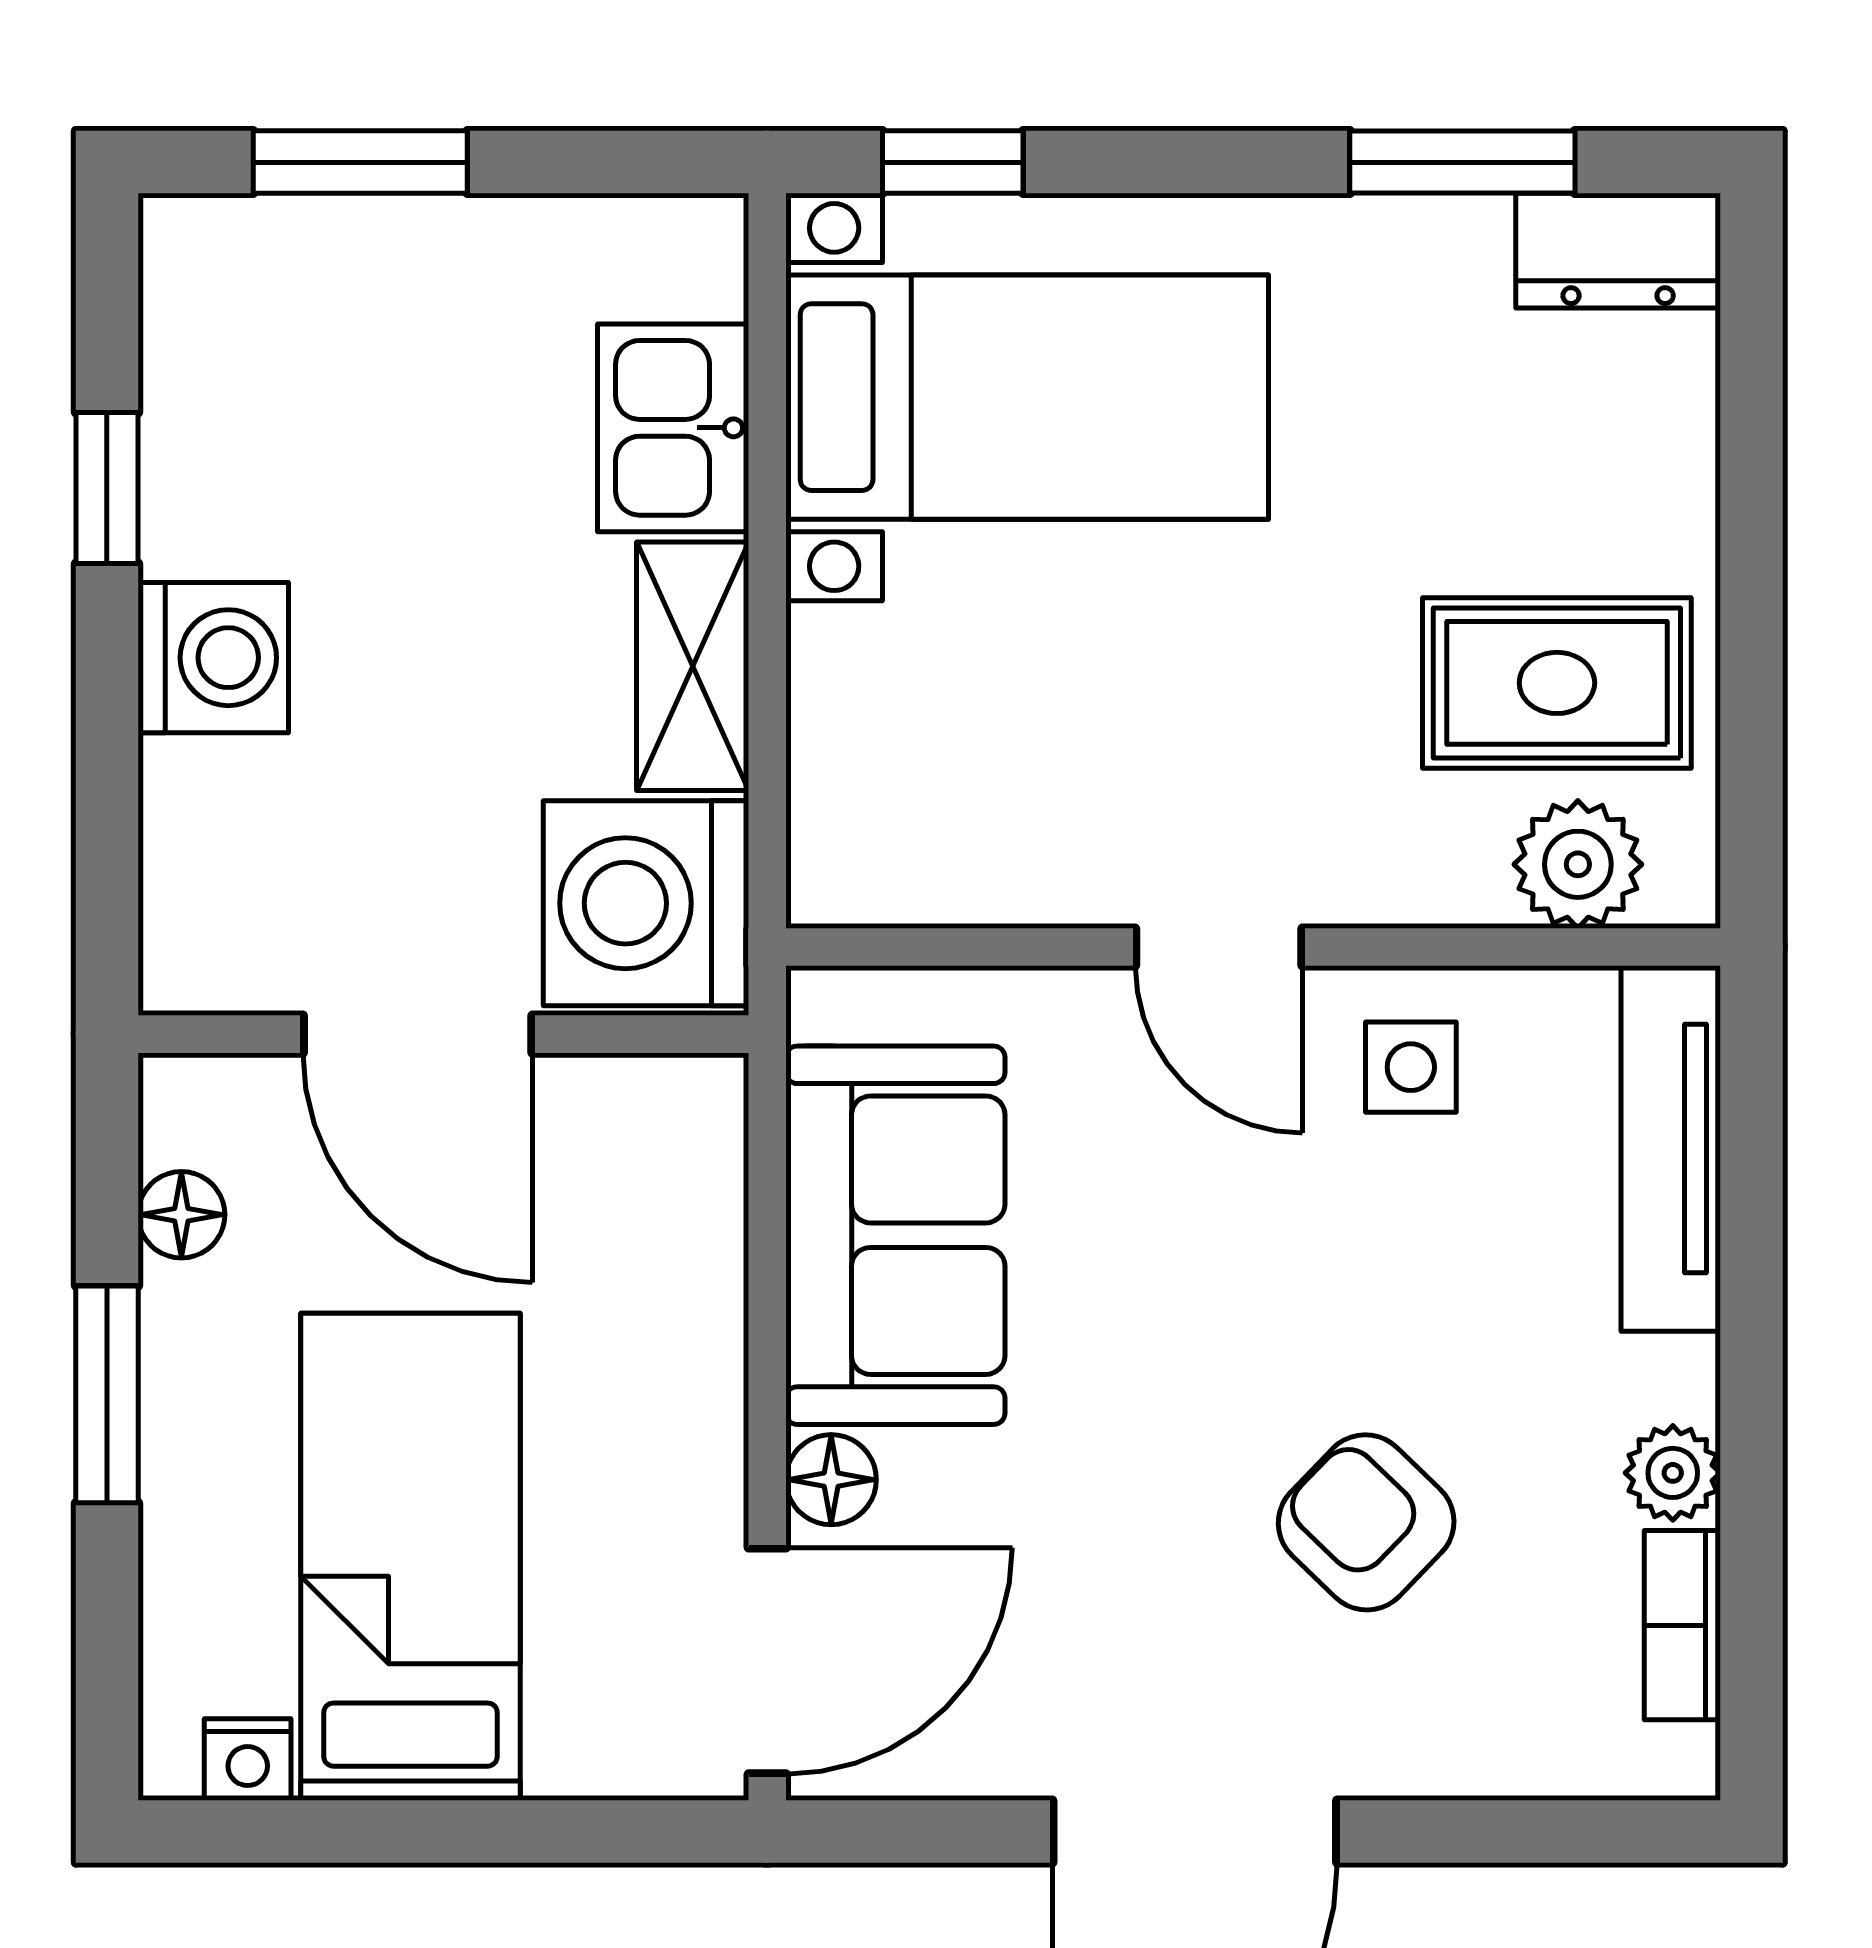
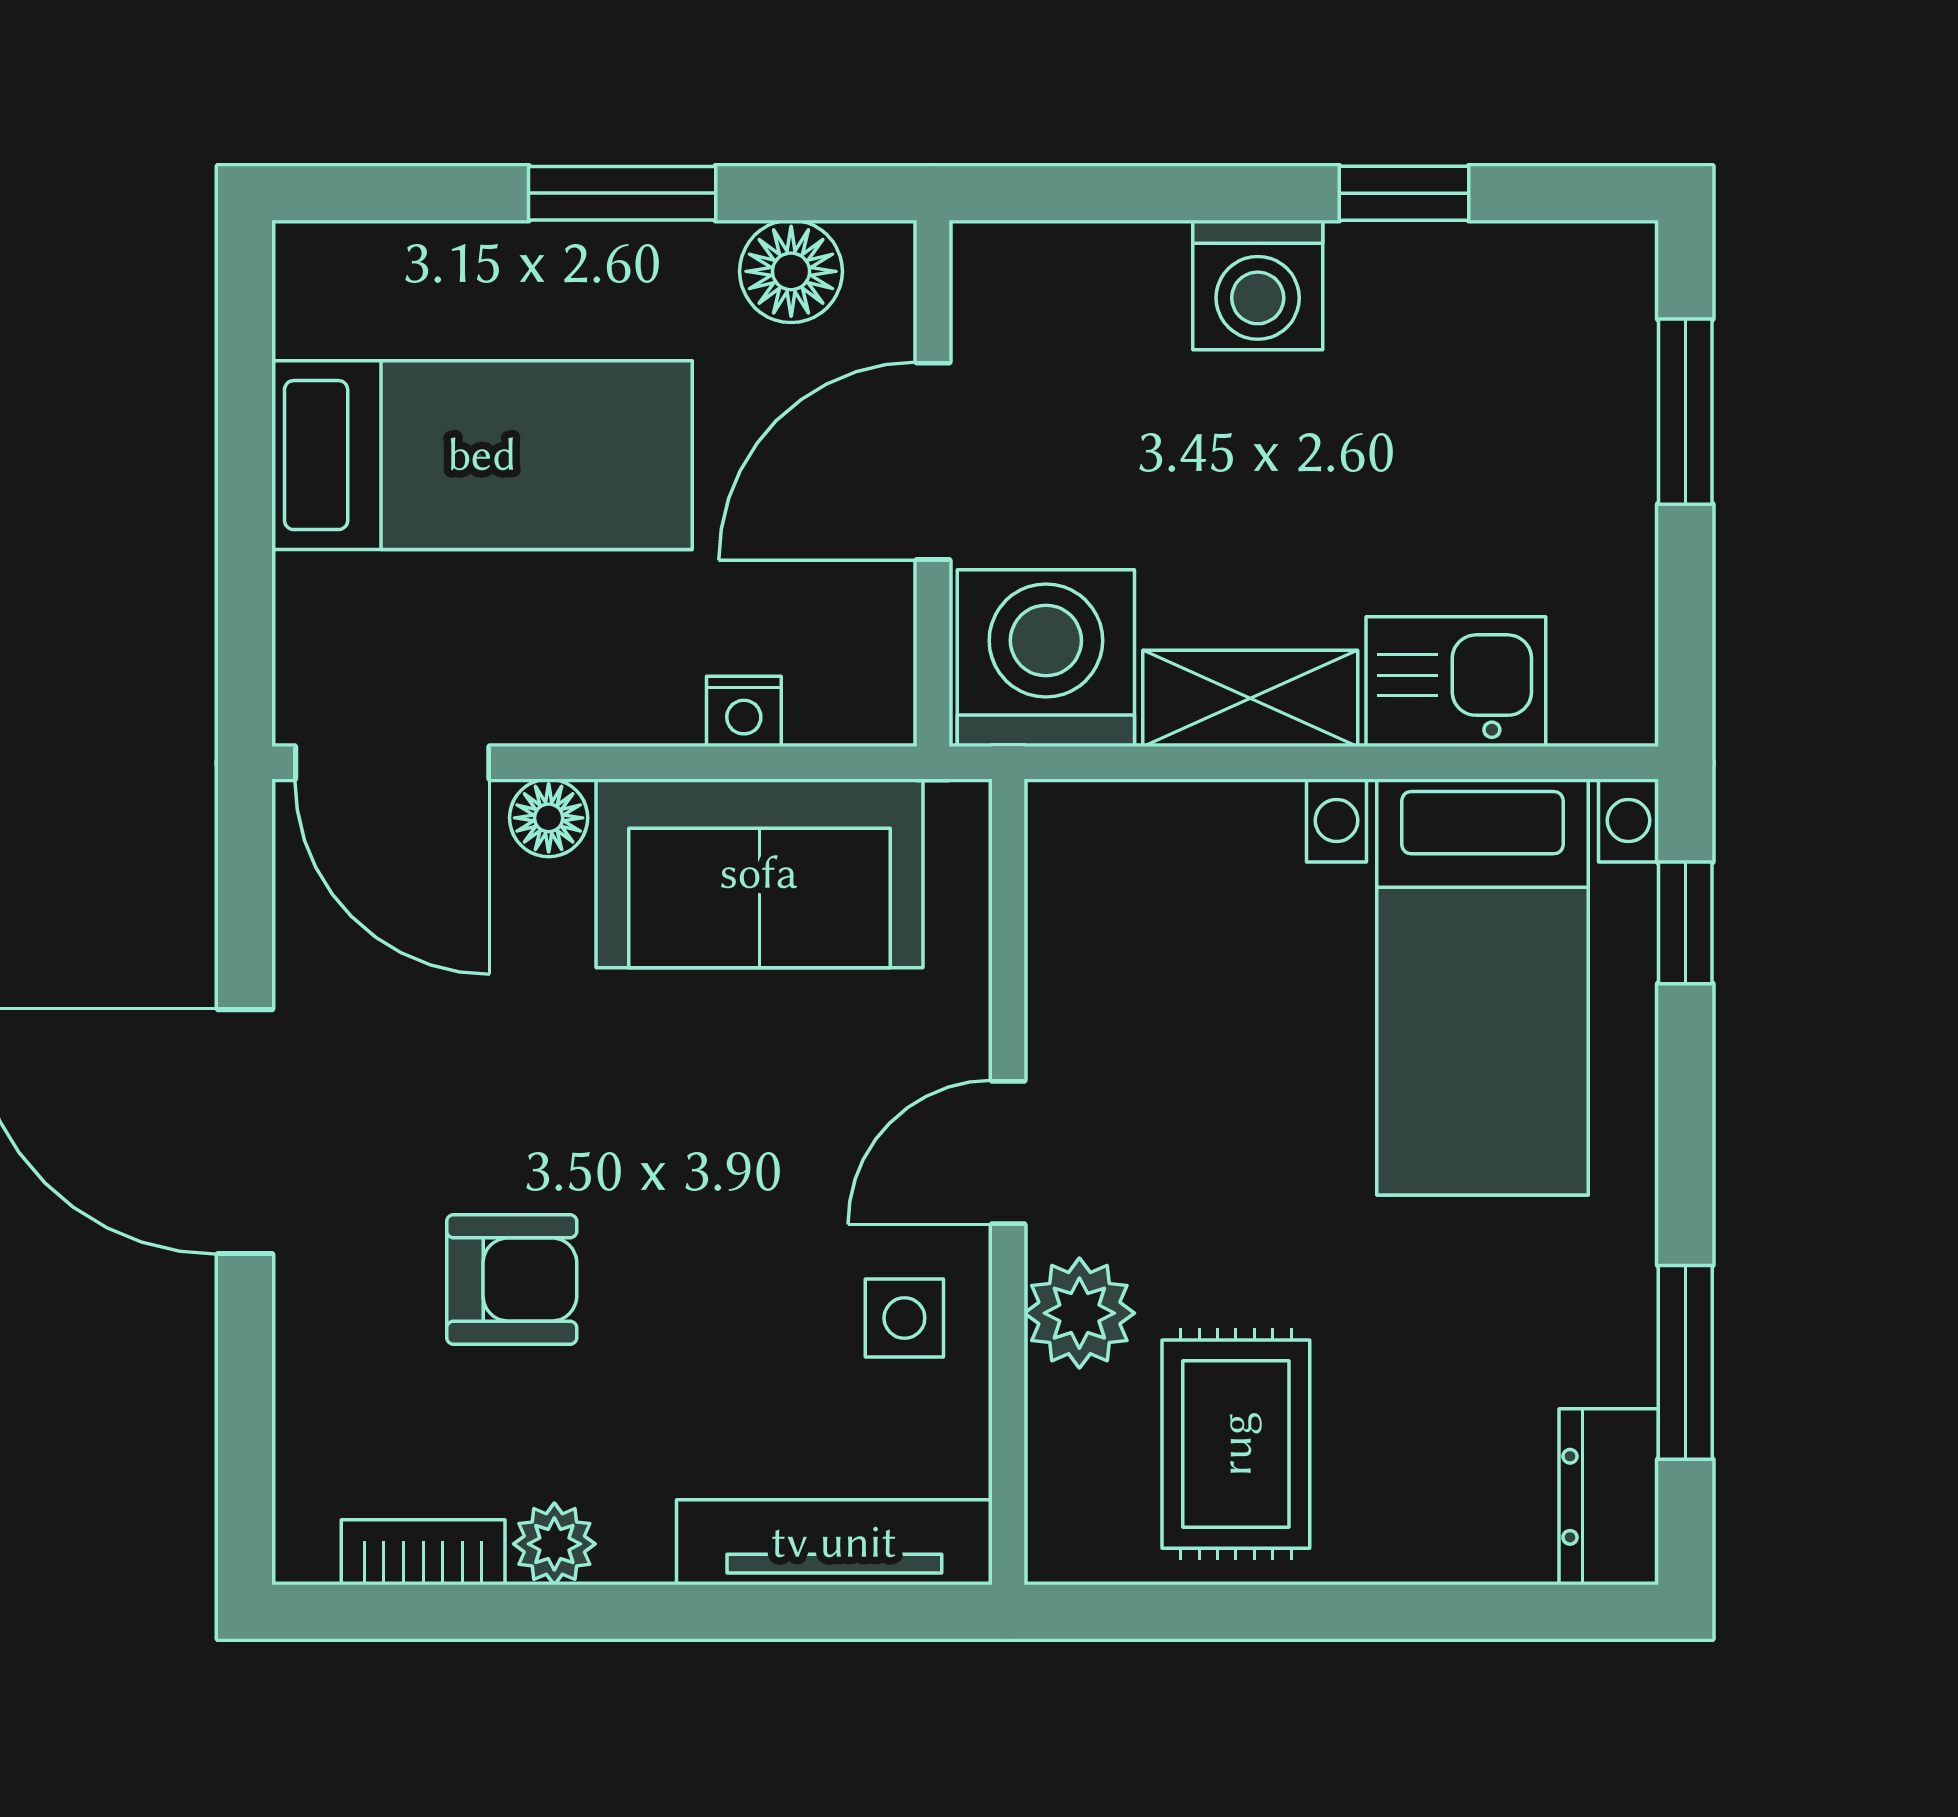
plant: (1578, 864) -> (1079, 1313), moved
floor lamp: (181, 1215) -> (791, 271), width x1.37, depth x1.37
armchair: (1366, 1522) -> (512, 1279), turned 46
nightstand: (248, 1760) -> (744, 711), moved, turned -90

